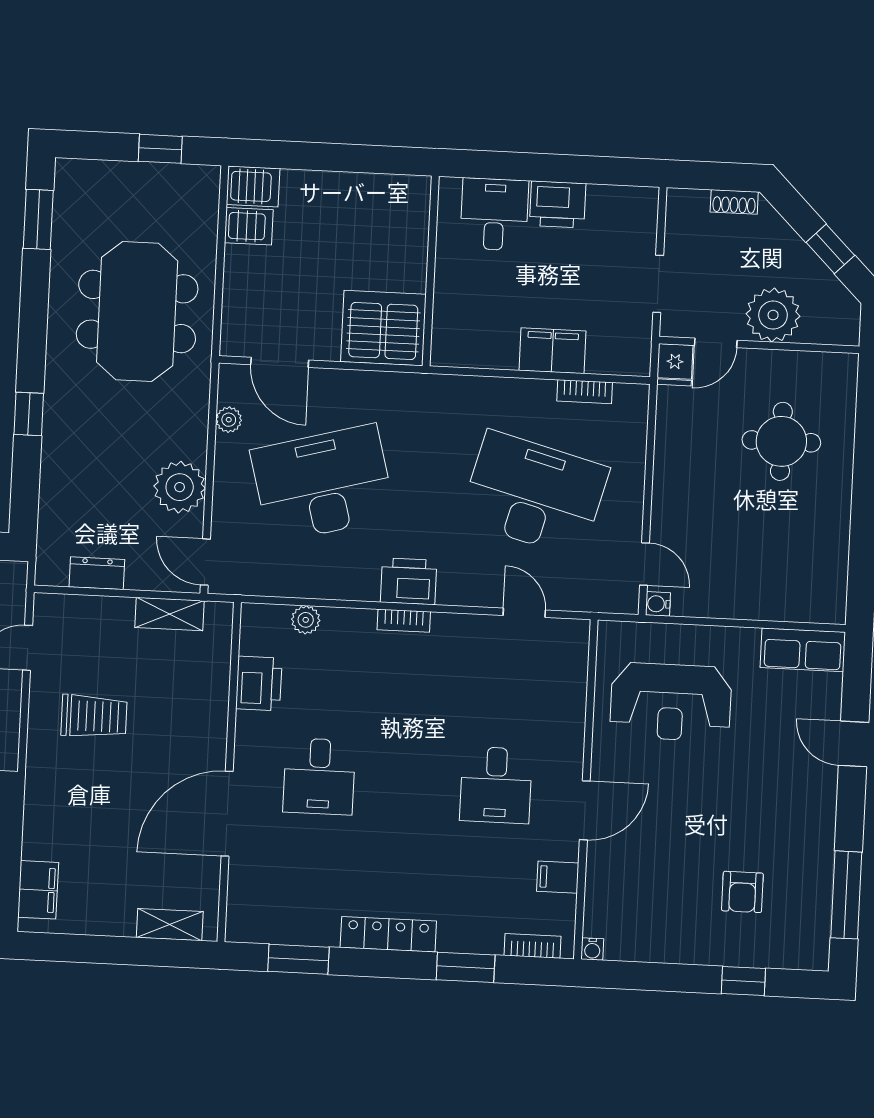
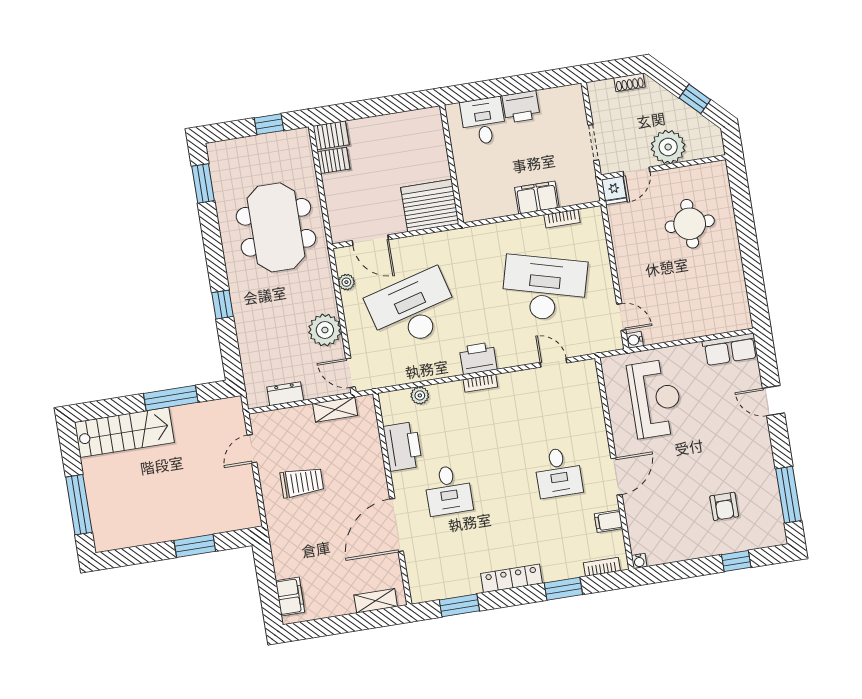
printer: (259, 683) -> (403, 446), width x1.37, depth x1.19
reception desk: (671, 702) -> (655, 399), turned -90

